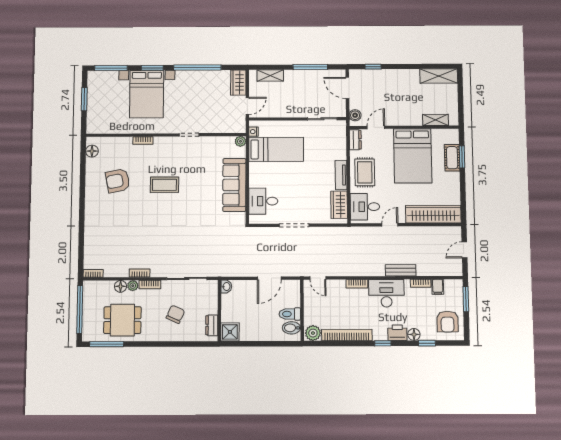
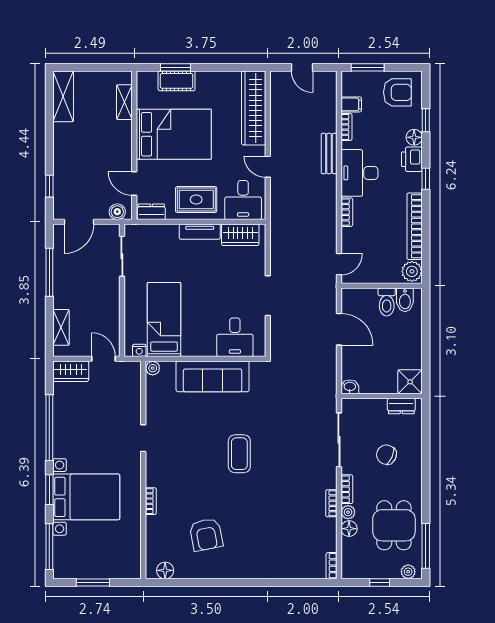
coffee table: (164, 185) -> (239, 454), moved
window: (80, 309) -> (380, 582), width x0.32
plant: (87, 331) -> (408, 572), added

